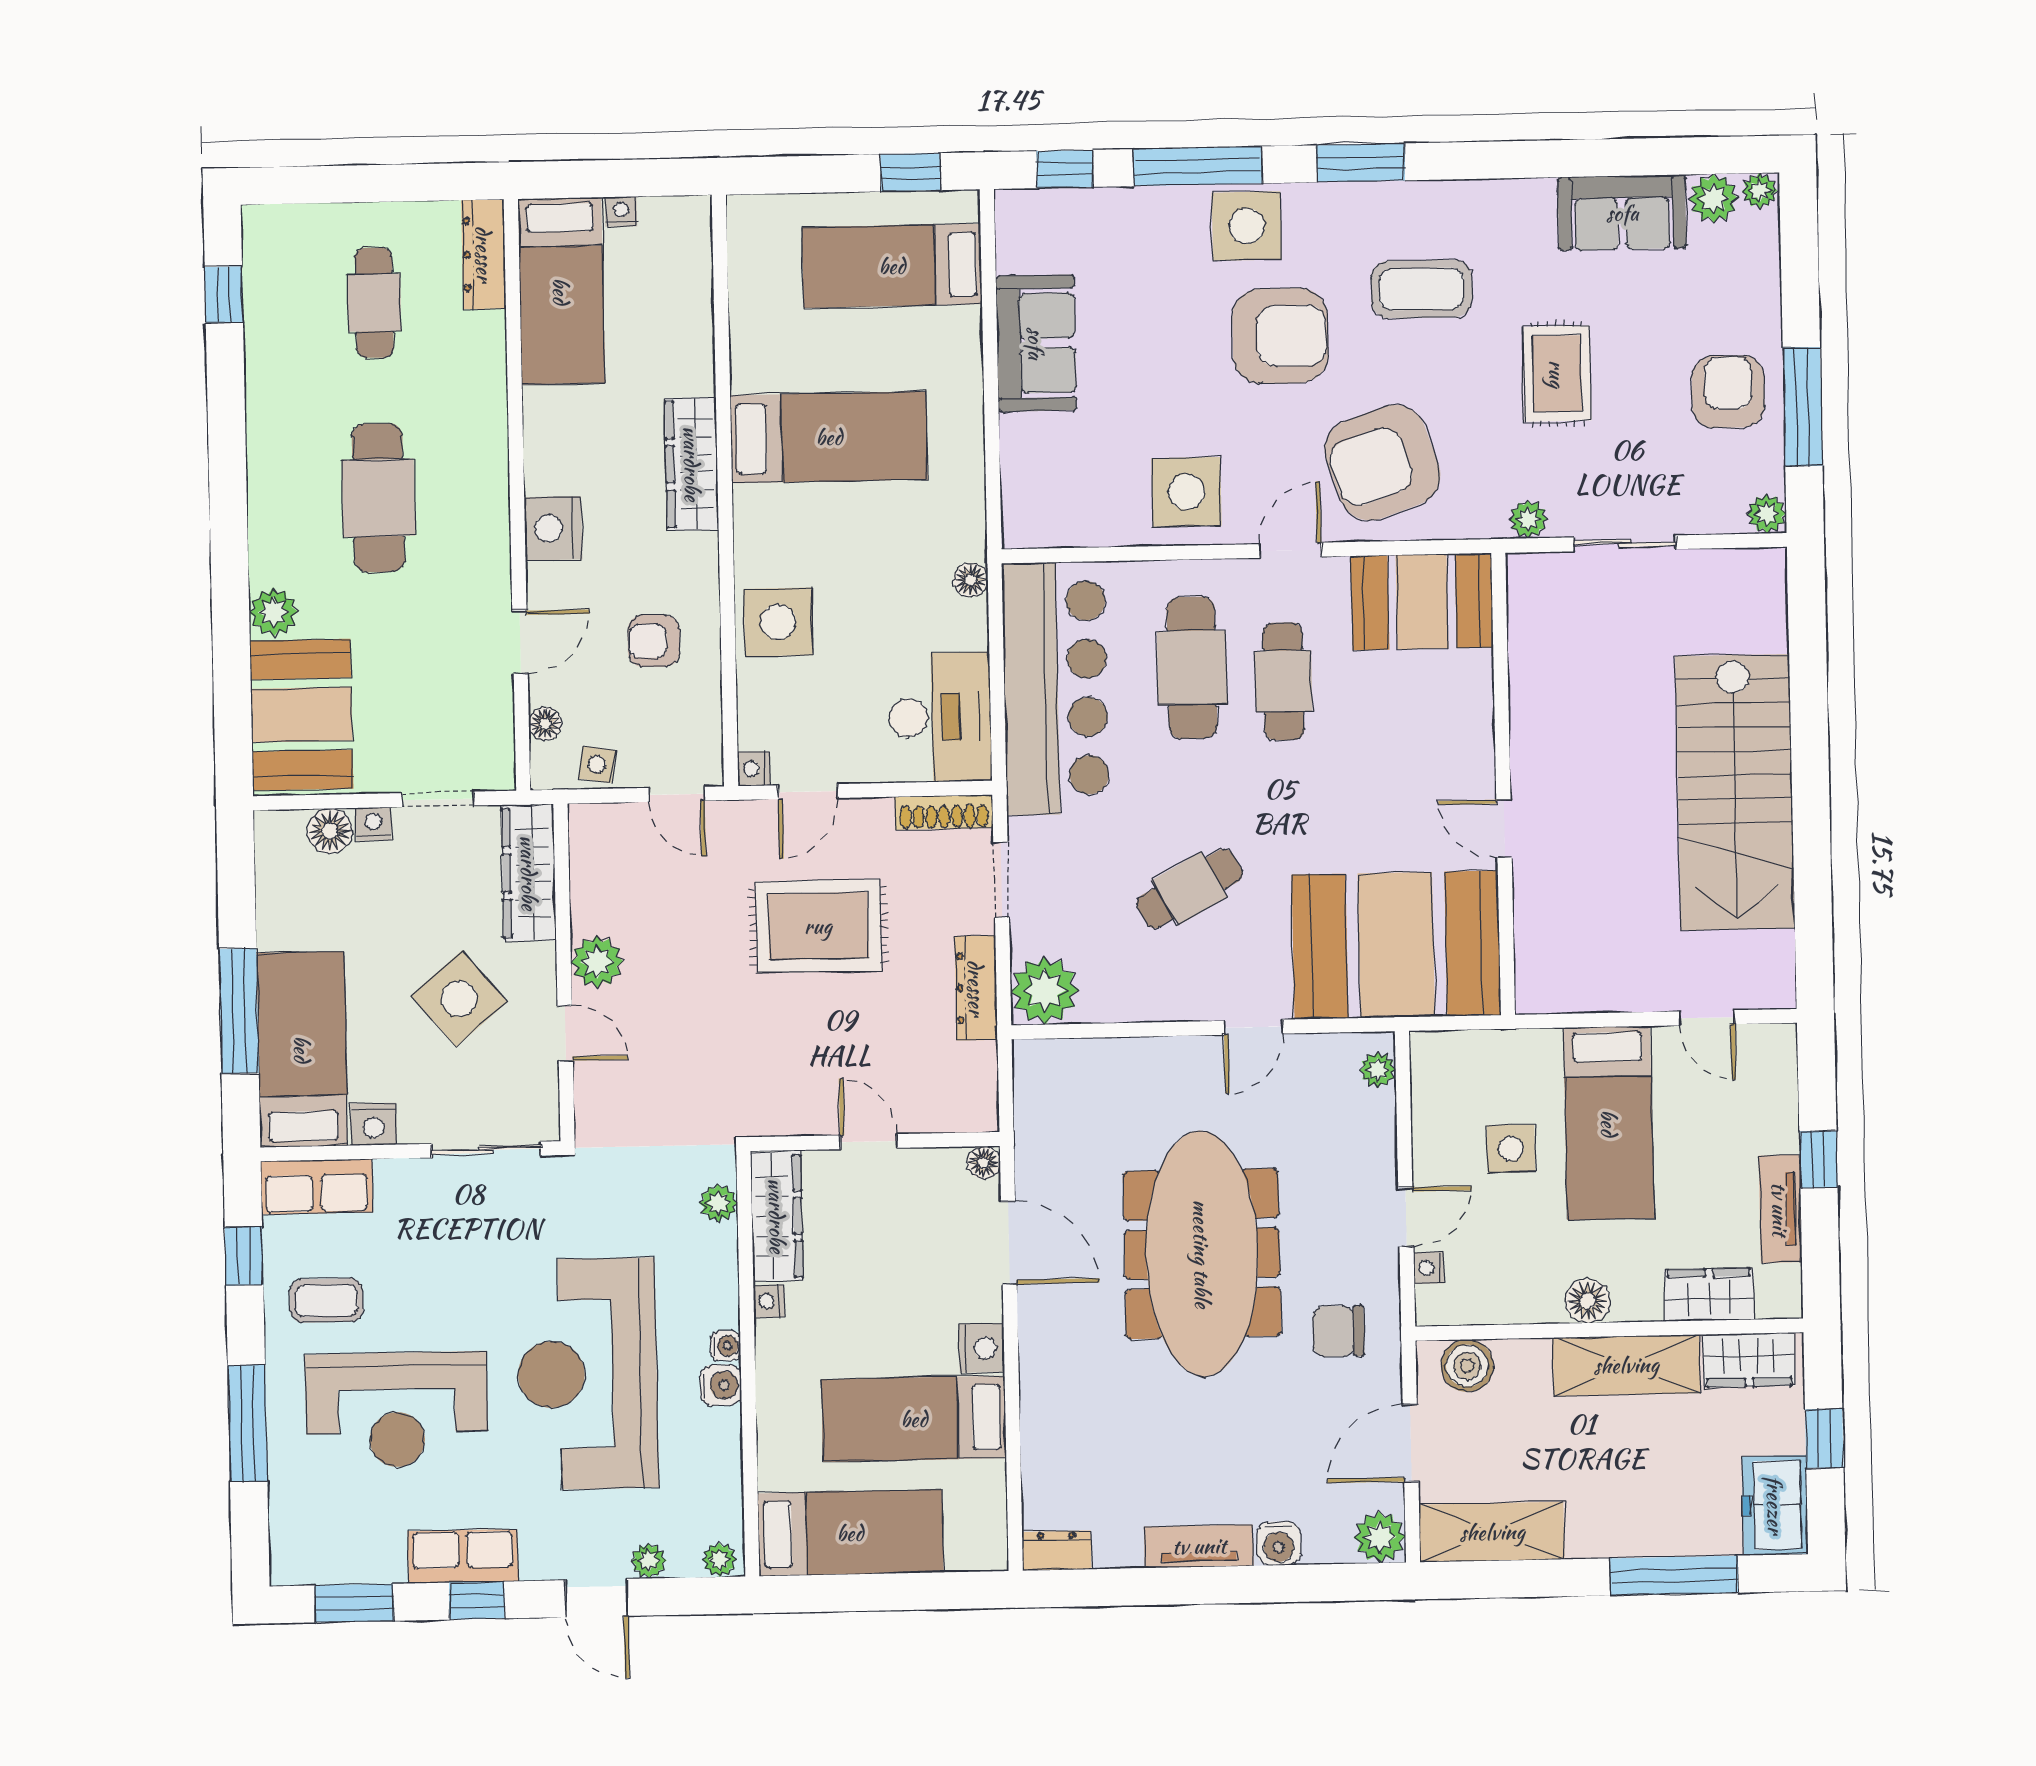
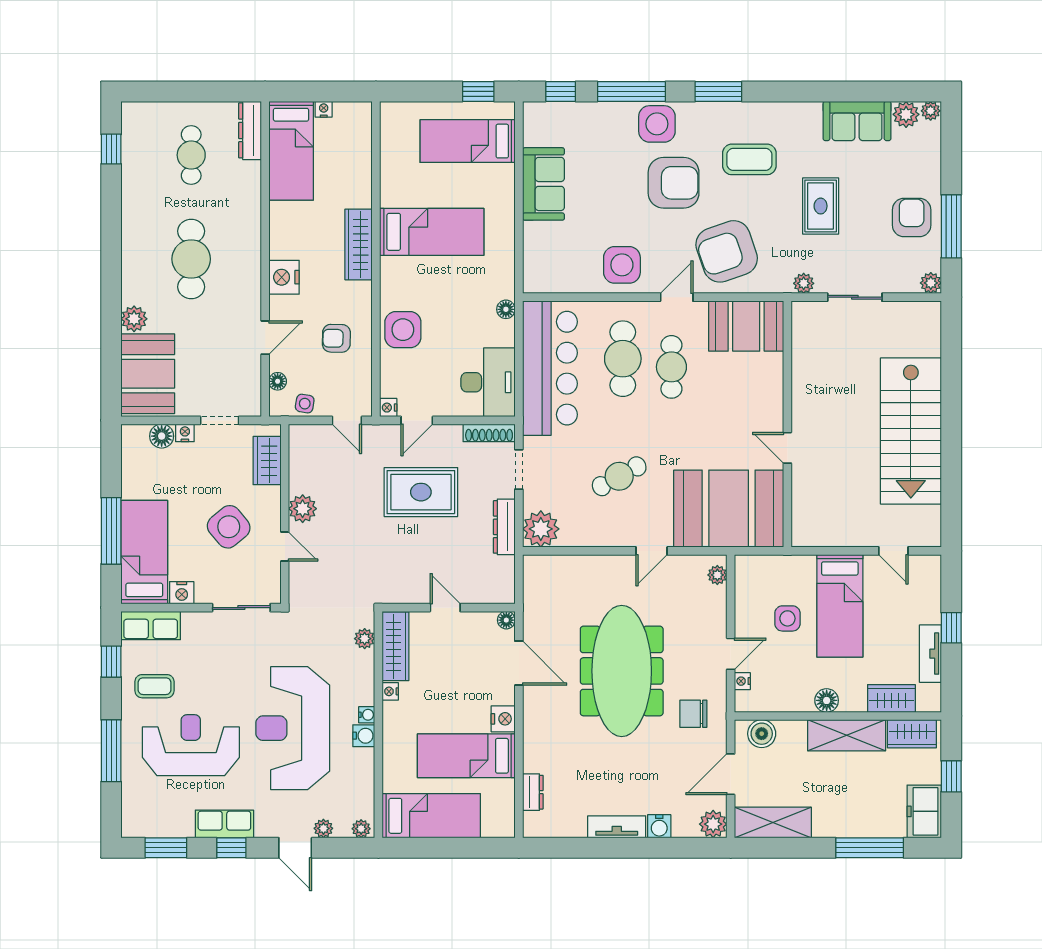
wardrobe: (529, 873) -> (267, 461), width x0.67
reception desk: (397, 1410) -> (191, 745), turned 180
dresser: (1057, 1551) -> (533, 792), moved, turned 90

